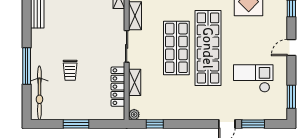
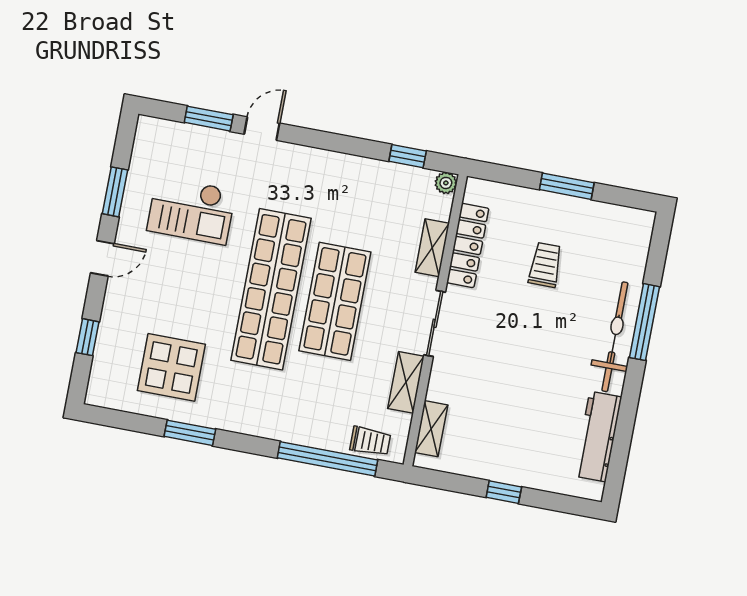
trolley: (70, 70) -> (545, 265), moved
bicycle: (39, 93) -> (615, 337), moved
window: (291, 97) -> (115, 192), moved

